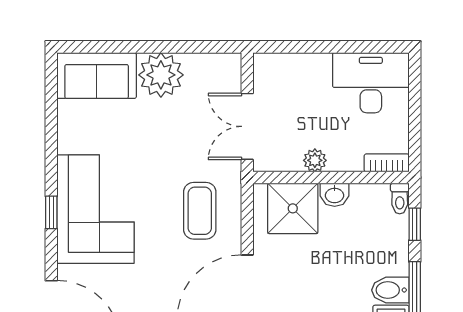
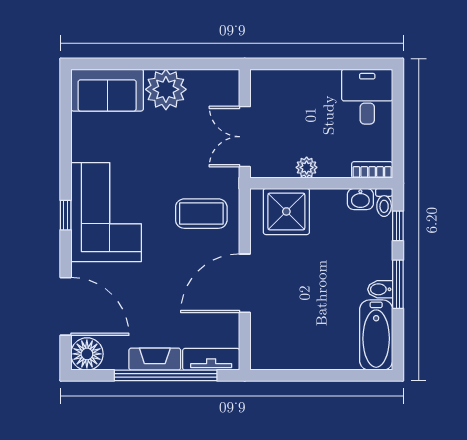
desk: (371, 83) -> (367, 97), width x0.73
washbasin: (335, 195) -> (360, 199), moved
coffee table: (200, 211) -> (201, 214), turned 90
bidet: (390, 290) -> (380, 289), width x0.72, depth x0.74

